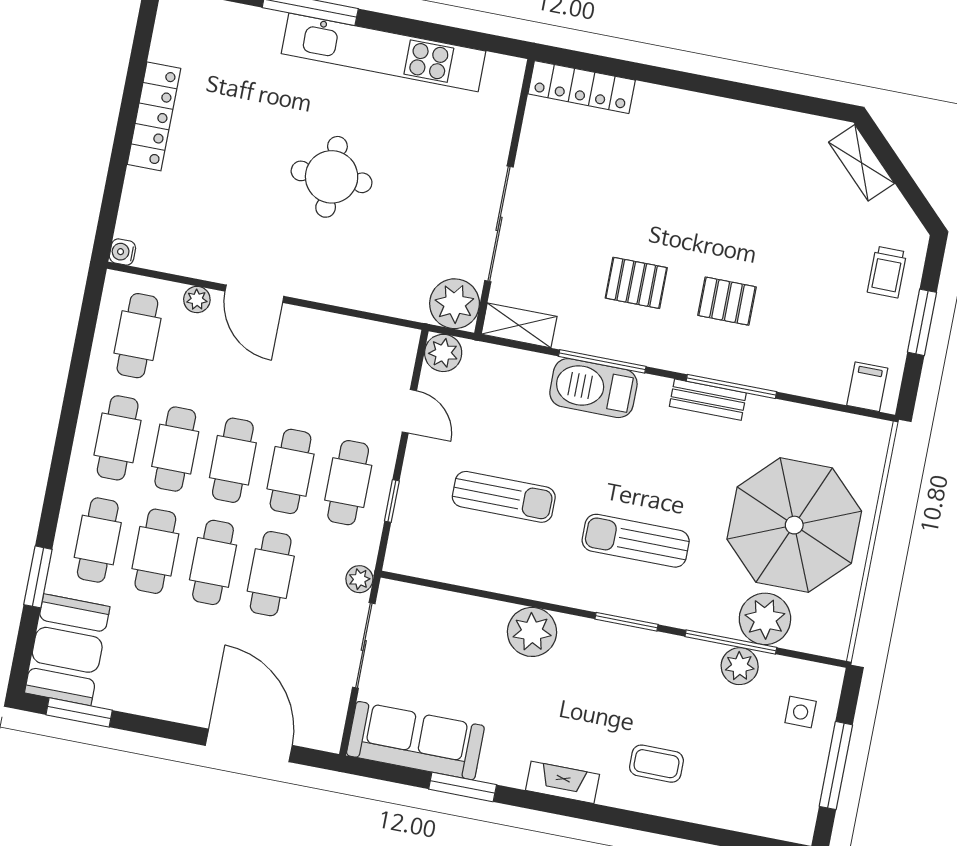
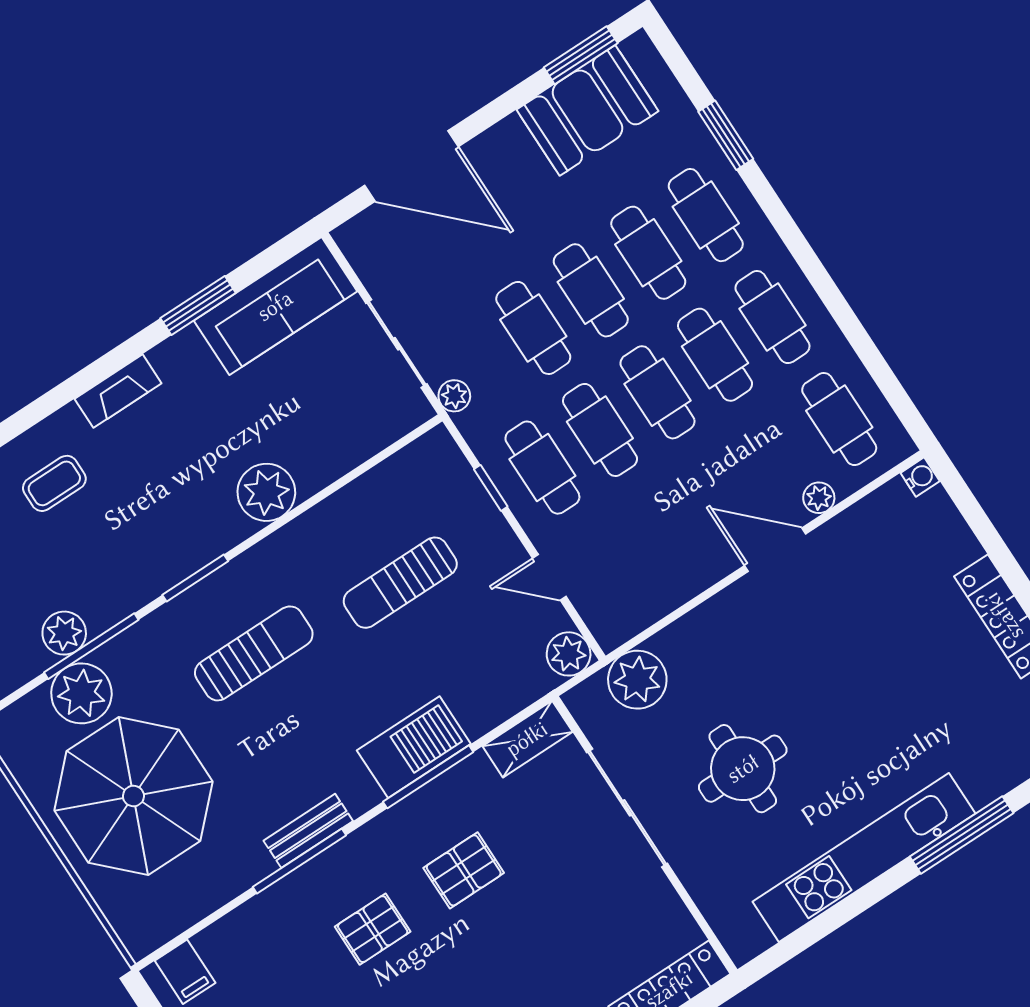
round table: (332, 177) -> (743, 769), moved
plant: (455, 304) -> (637, 680), moved
booth: (67, 650) -> (587, 110), moved, turned 90

